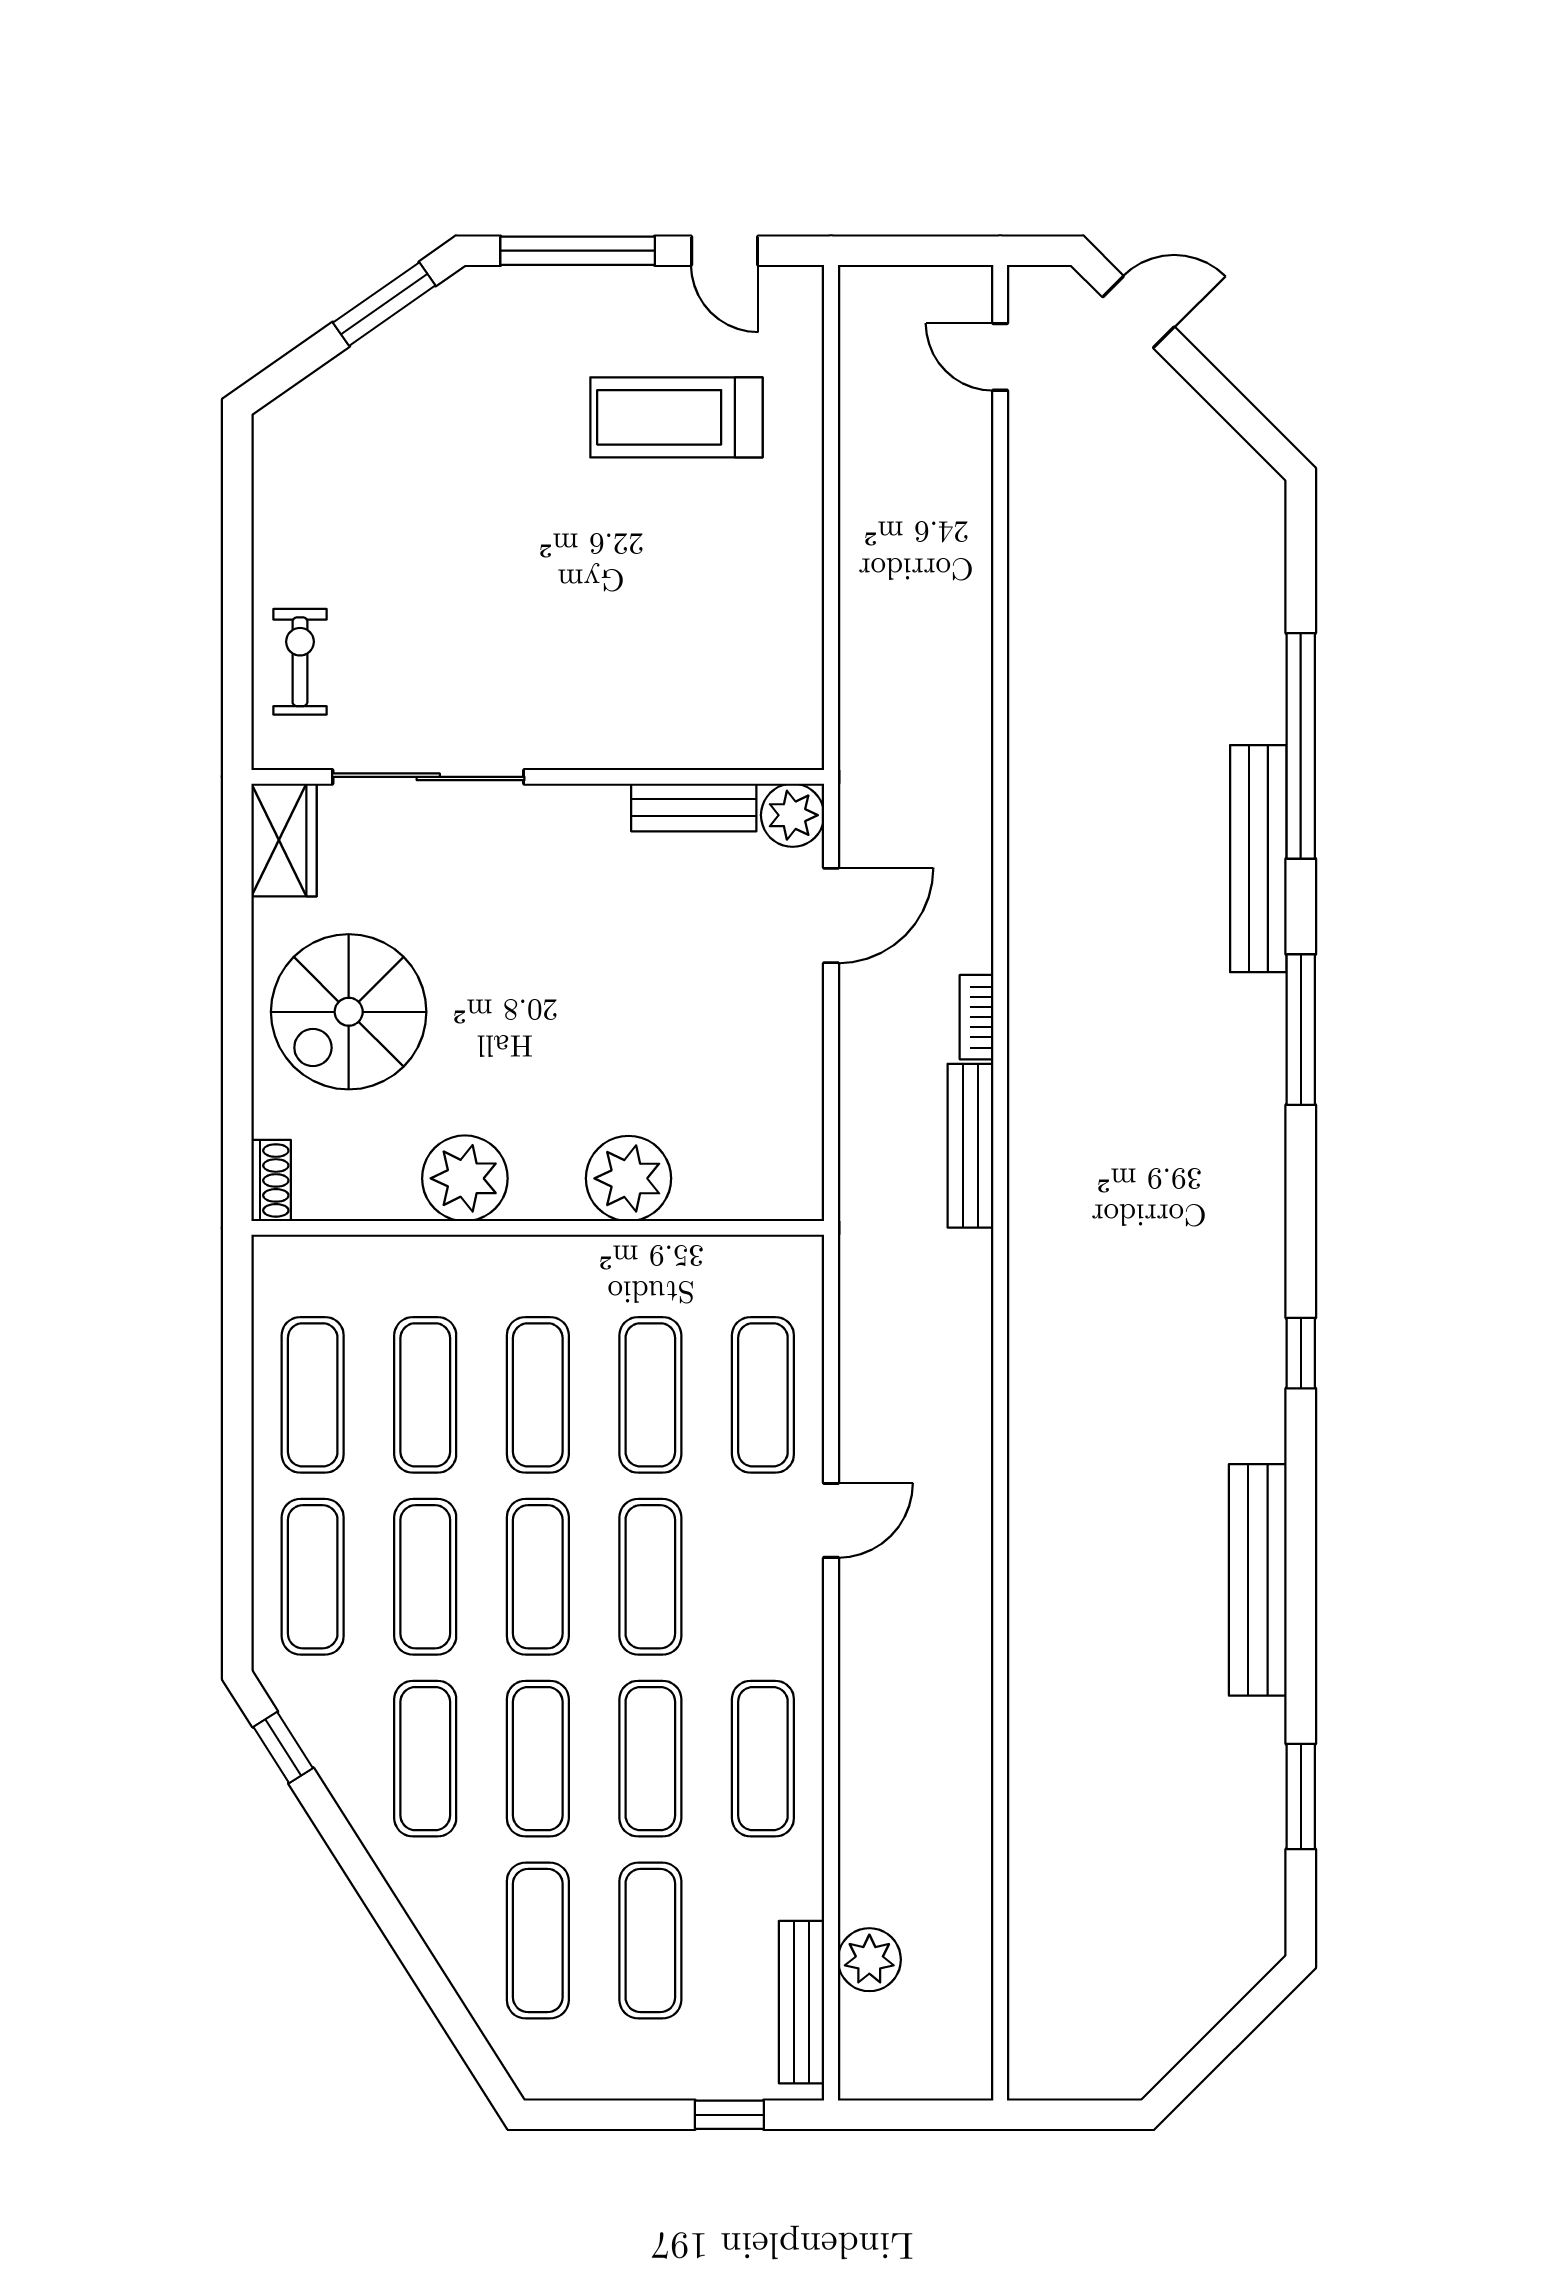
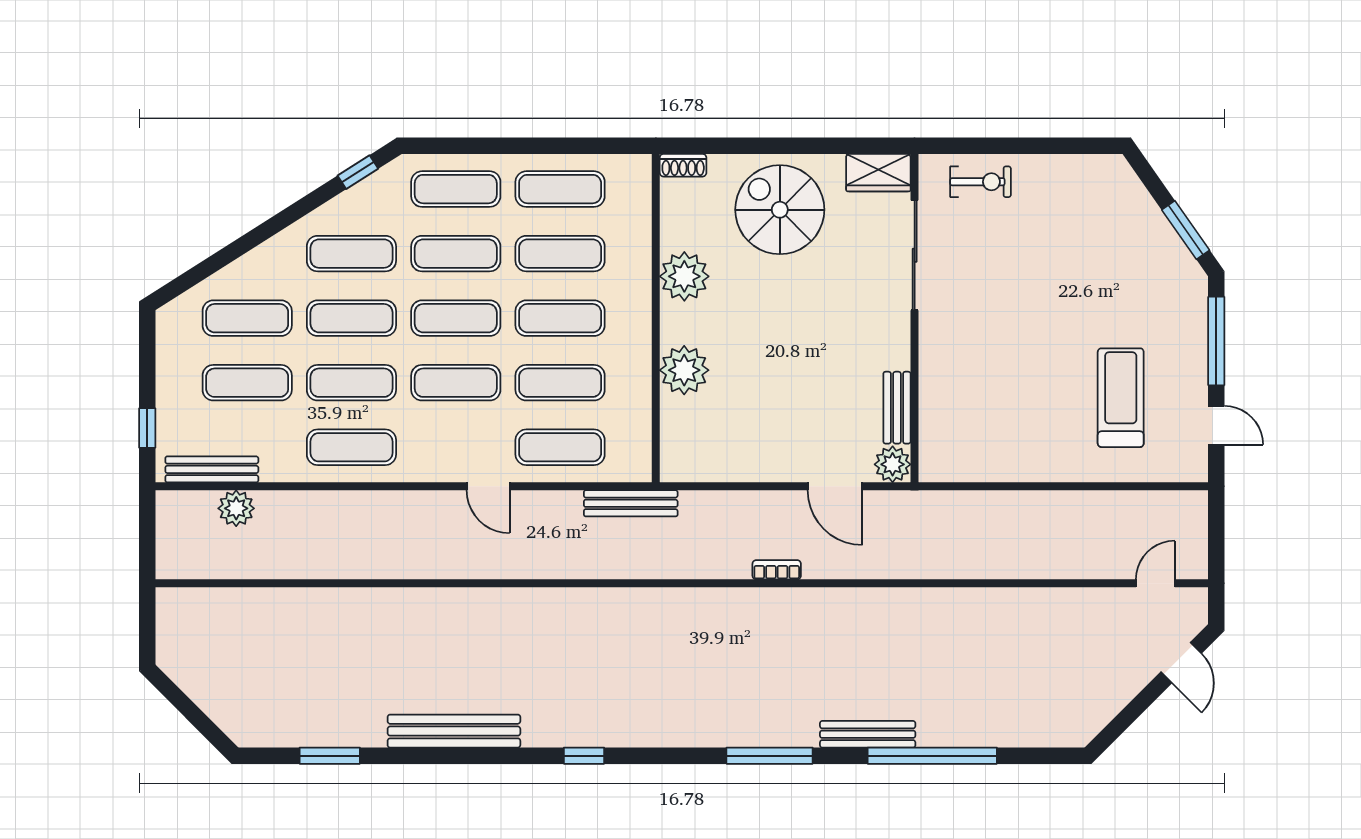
door: (725, 251) -> (1216, 425), swing flipped
bench: (1258, 859) -> (868, 734), width x0.73, depth x0.82
bench: (970, 1146) -> (631, 503), moved

